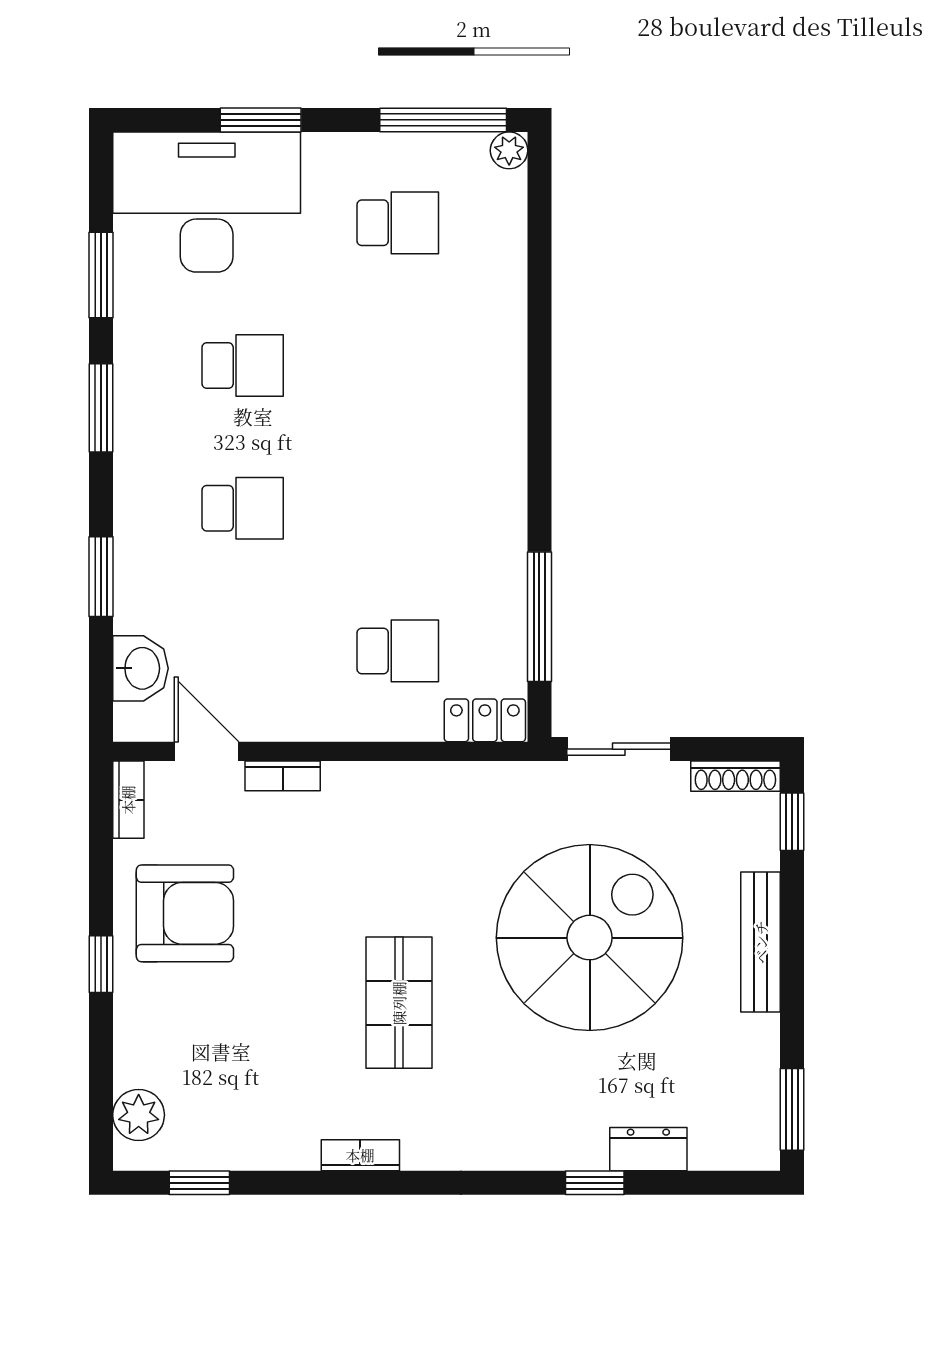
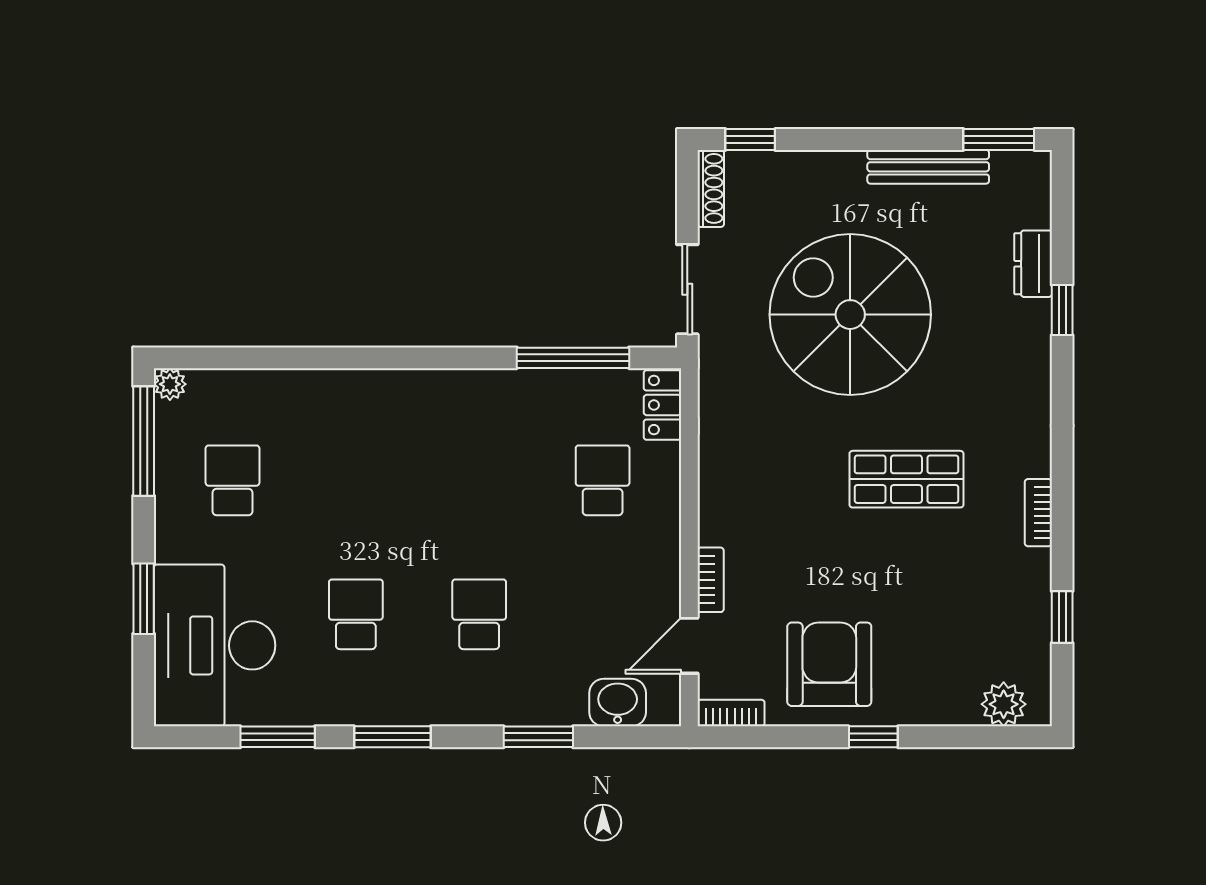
bench: (761, 942) -> (928, 167), moved
window: (199, 1183) -> (1062, 617), moved

